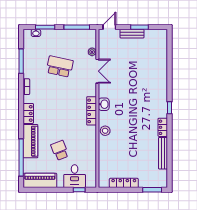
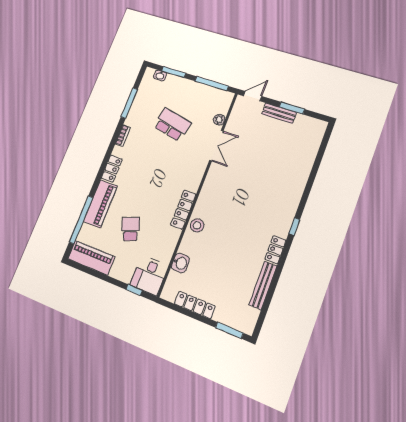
washbasin: (104, 104) -> (180, 263), moved
locker: (92, 111) -> (183, 210), moved
desk: (75, 176) -> (149, 275), moved

